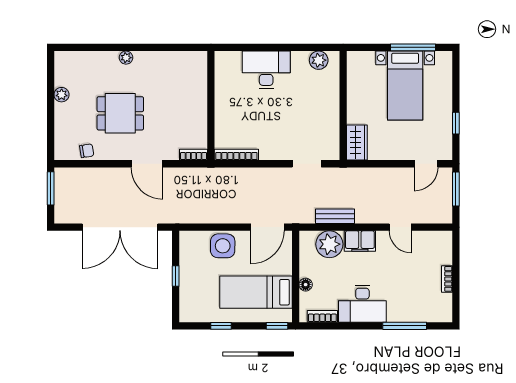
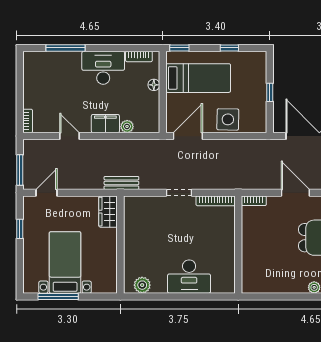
doorway: (307, 164) -> (179, 193), moved
bench: (335, 216) -> (121, 183), moved
plant: (329, 244) -> (127, 126), width x0.53, depth x0.53
bookcase: (447, 279) -> (28, 121), moved

